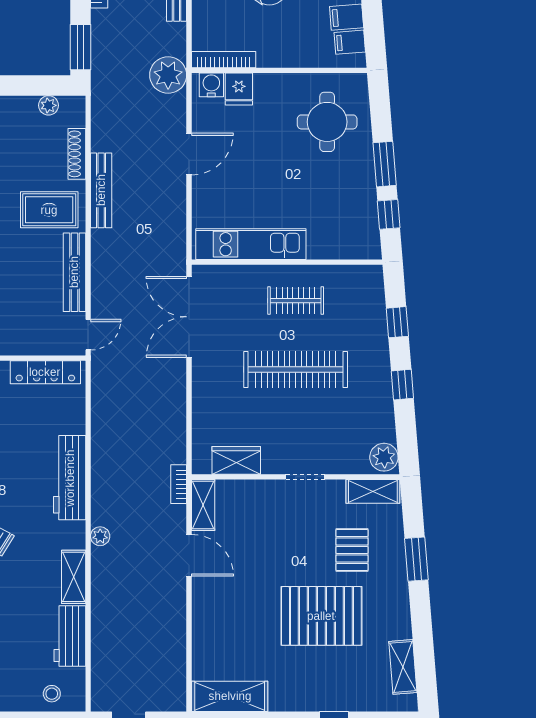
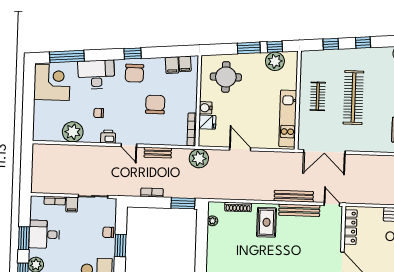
water cooler: (211, 85) -> (206, 108), moved
bench: (101, 190) -> (294, 196), moved
plant: (361, 216) -> (275, 61), added

